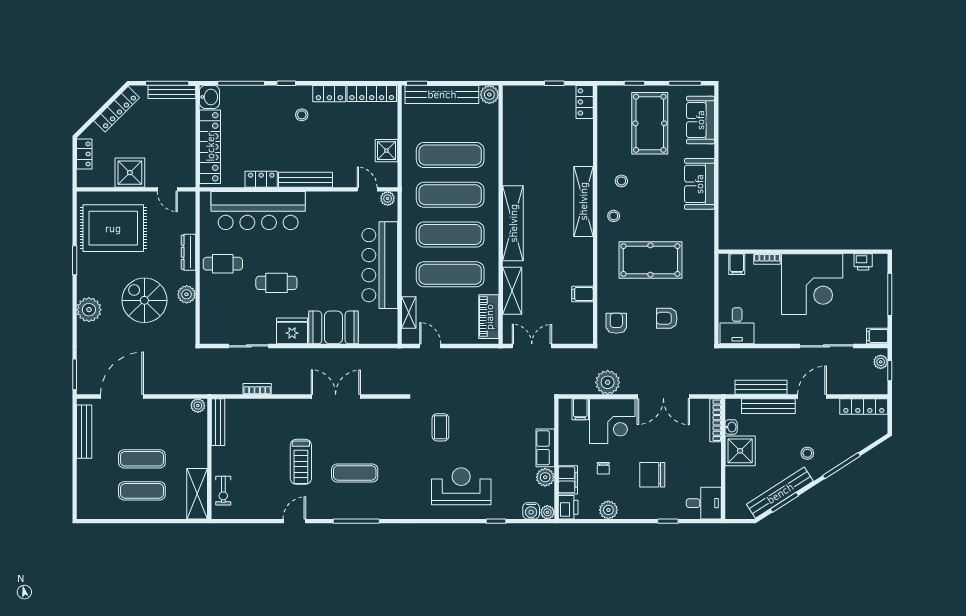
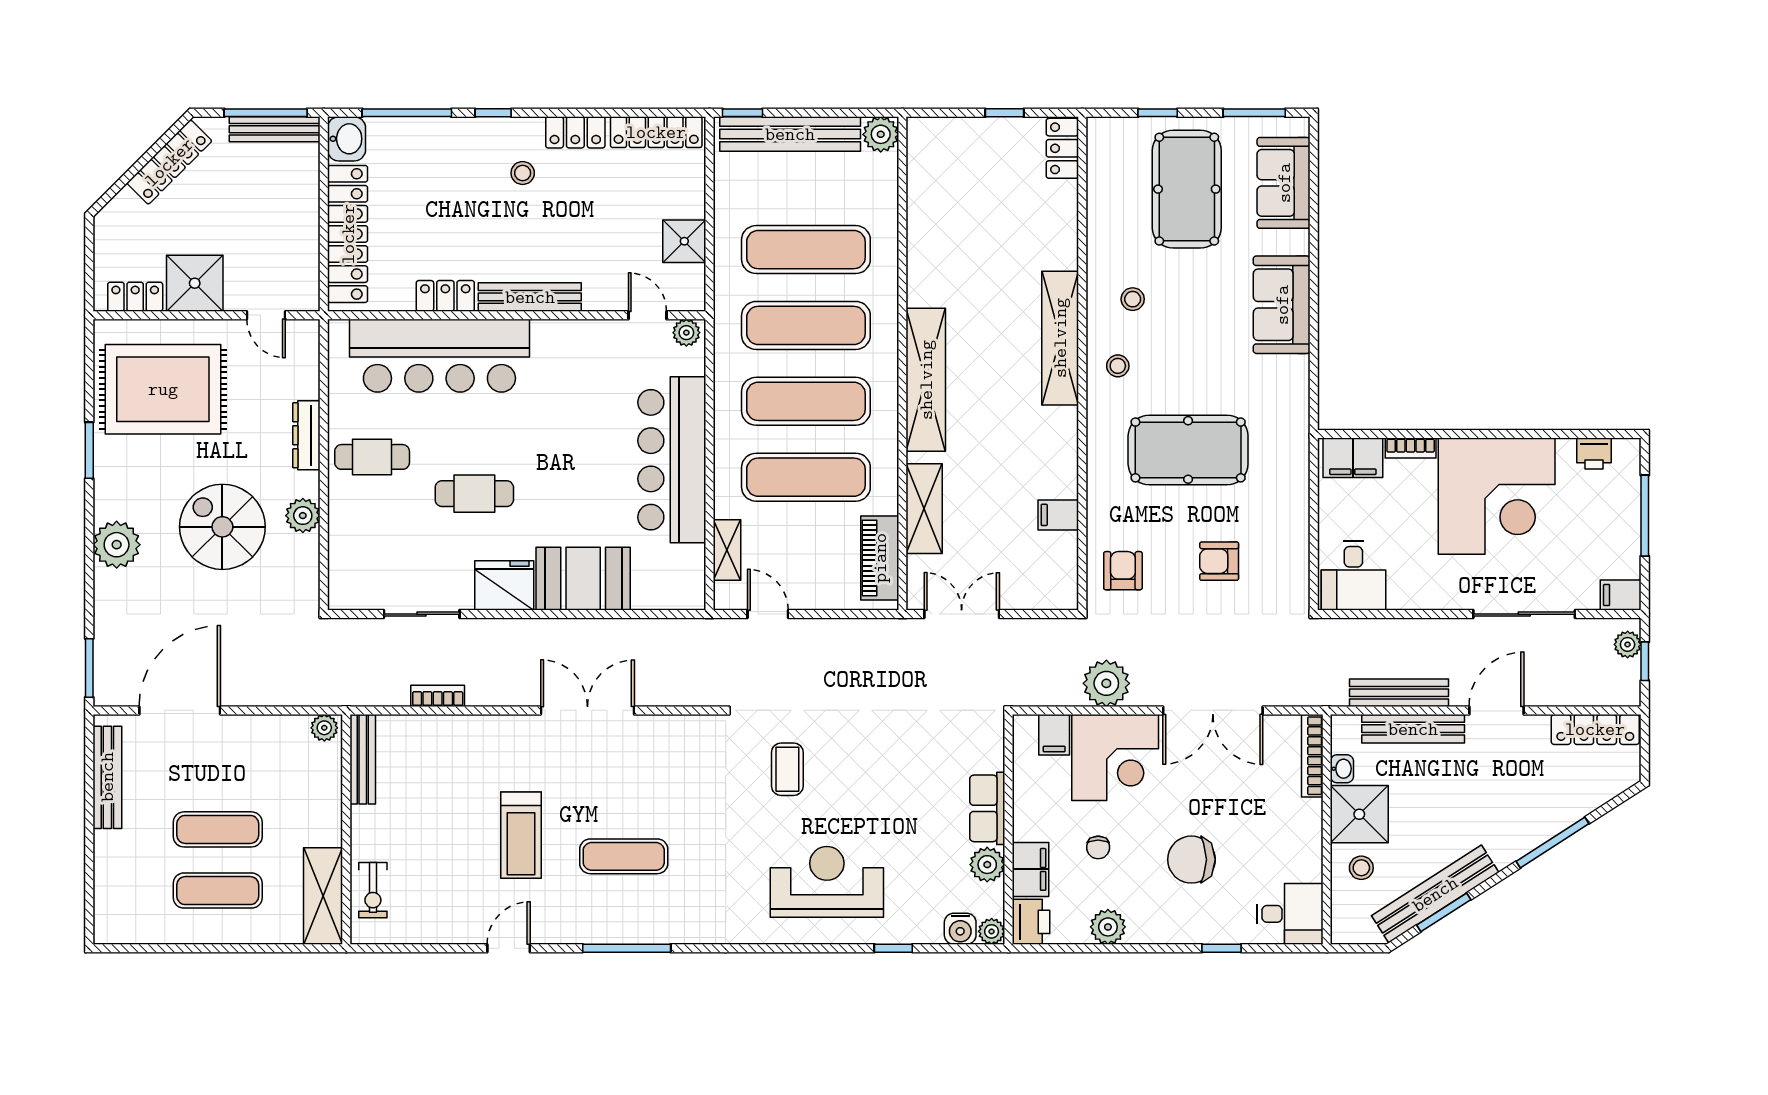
locker: (84, 154) -> (135, 297), moved, turned -90
filing cabinet: (737, 264) -> (1353, 458), width x2.00
stool: (807, 453) -> (1361, 868), moved

